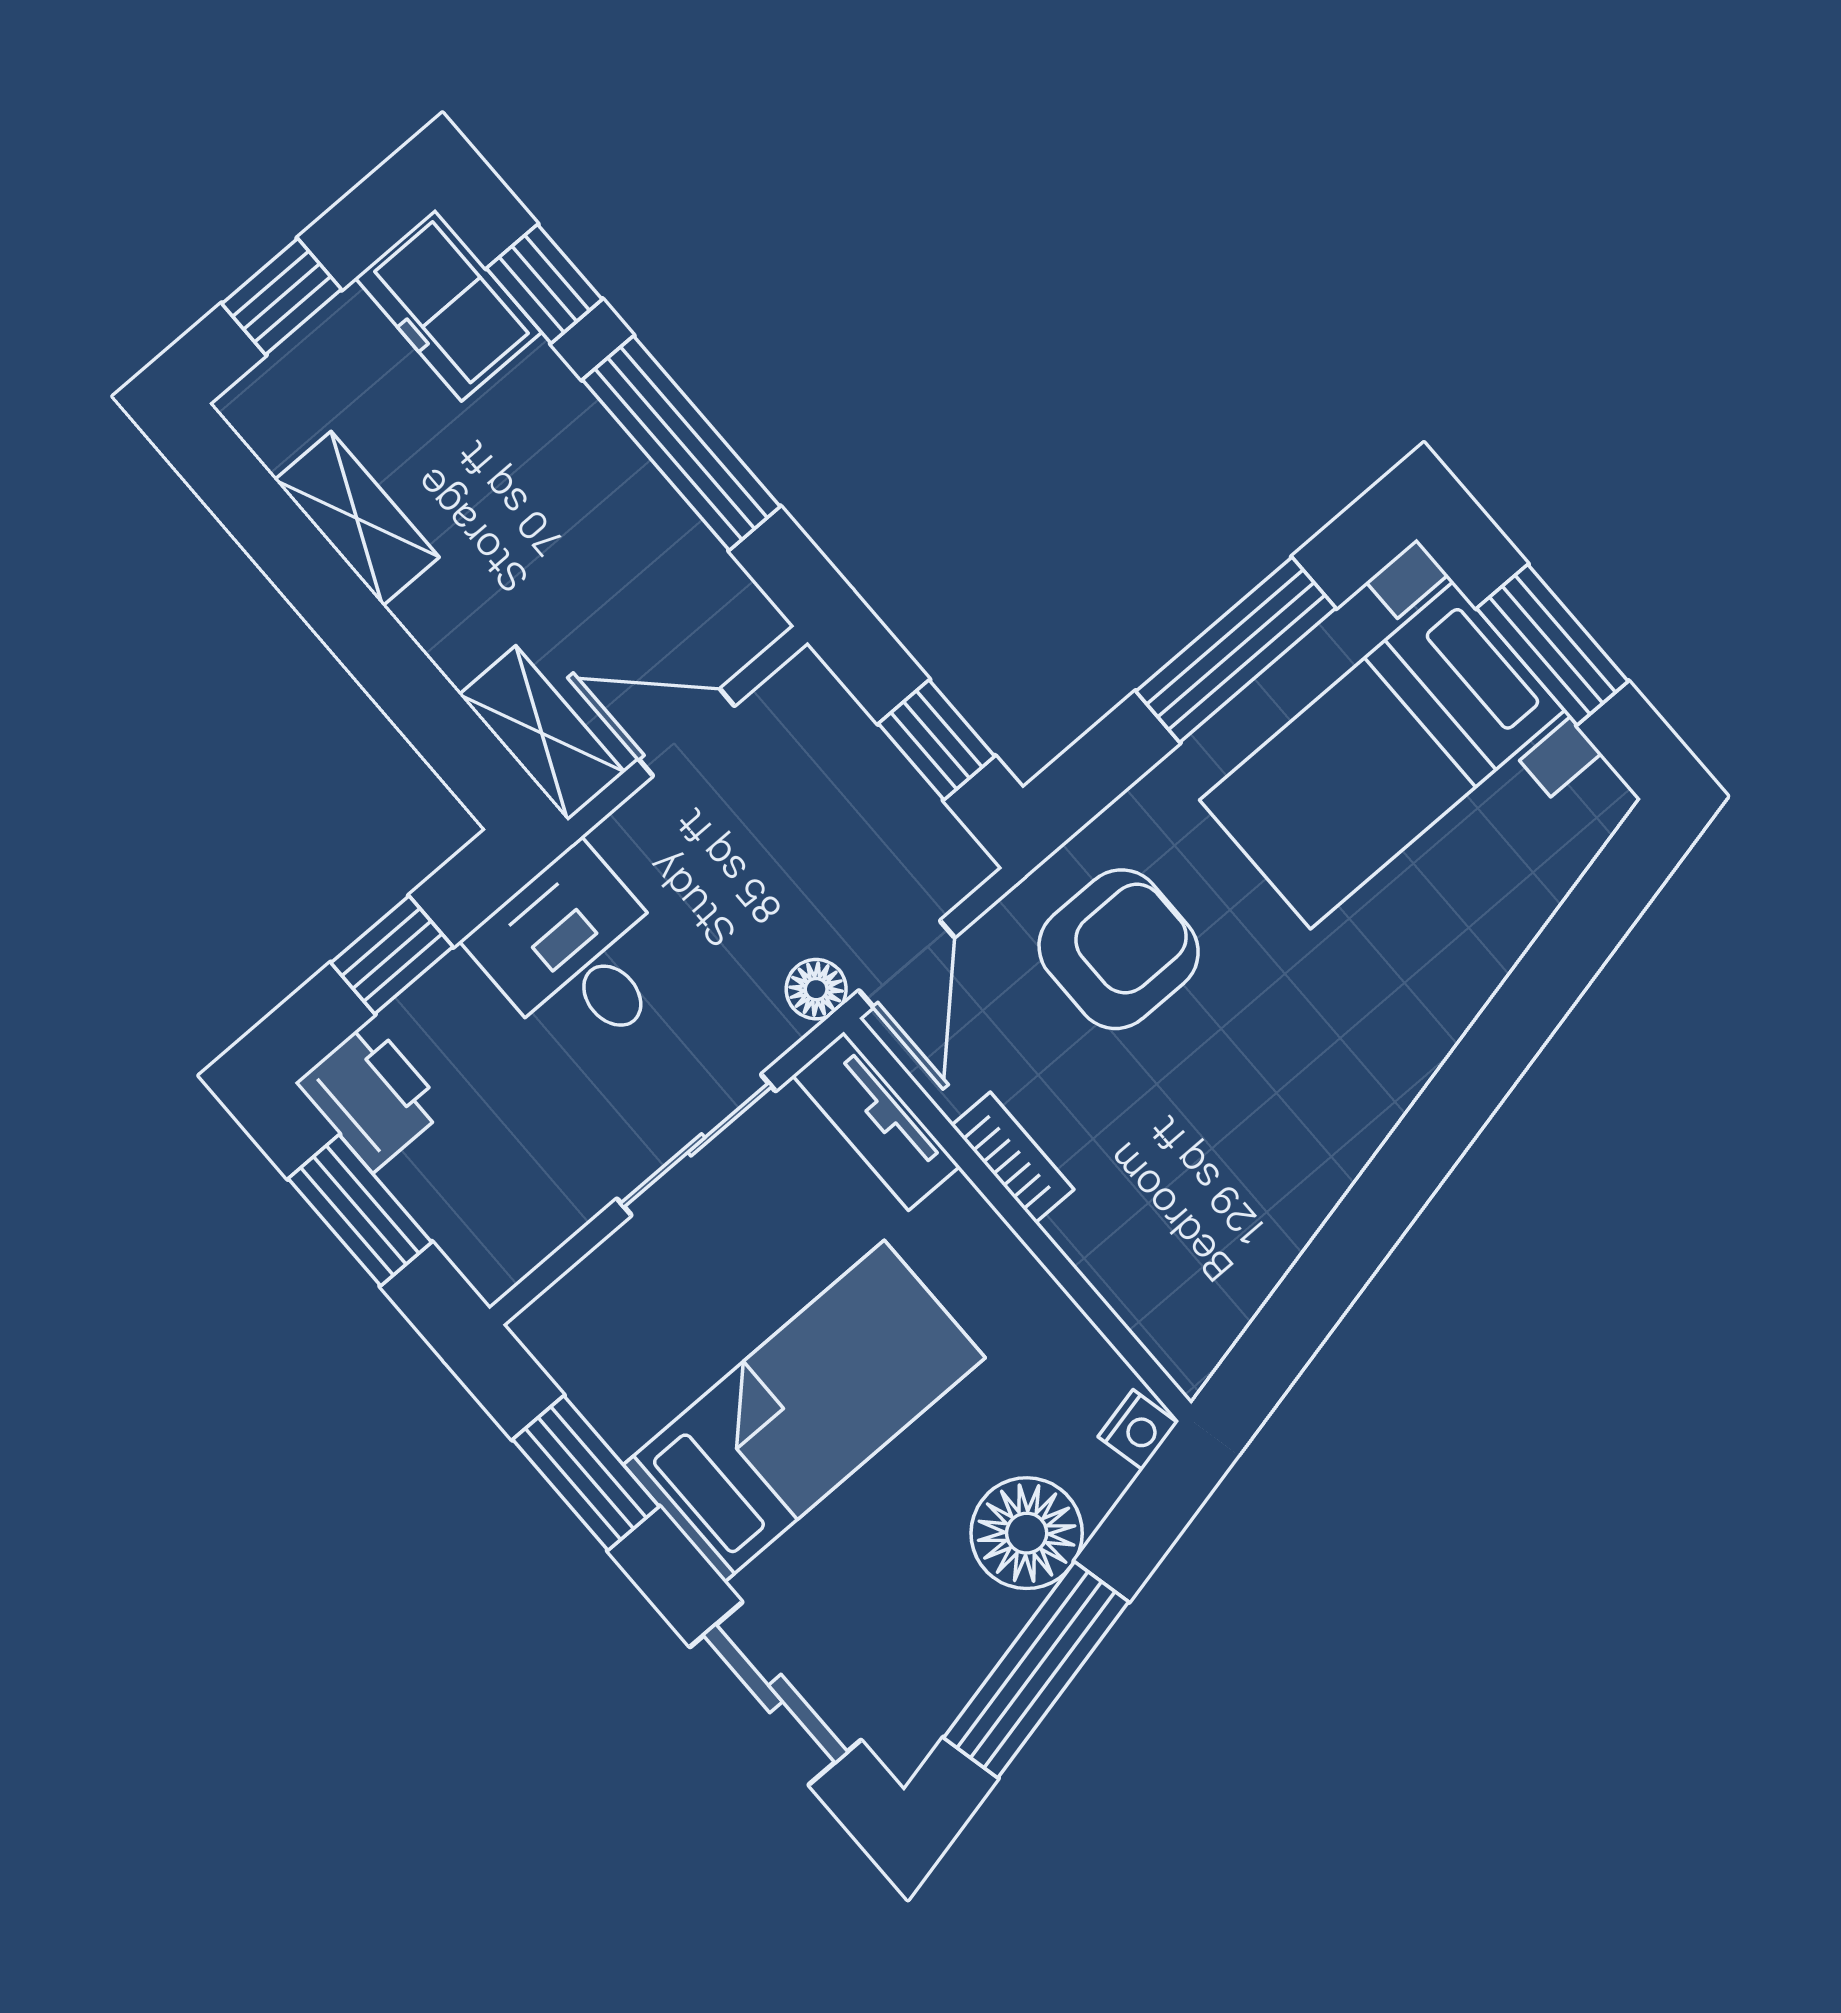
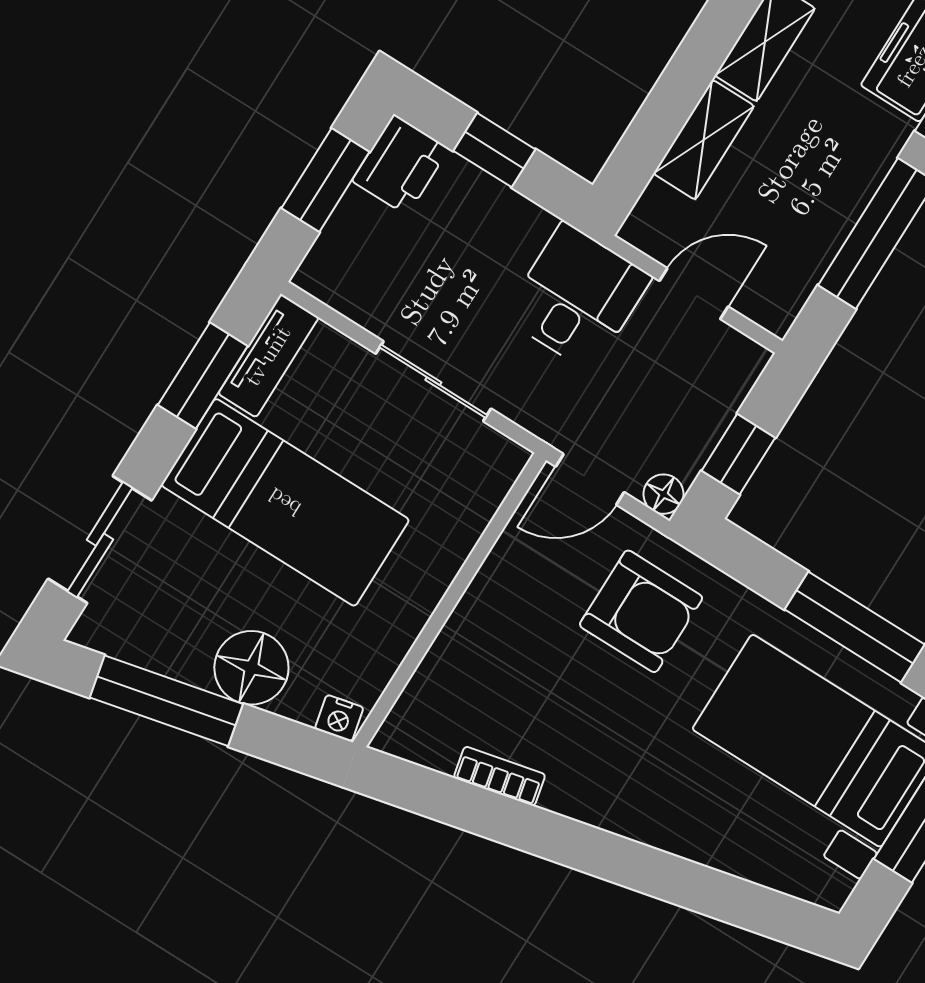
door: (686, 732) -> (694, 294), hinge flipped
shelving: (542, 733) -> (704, 140), moved
desk: (577, 955) -> (577, 297), moved
floor lamp: (816, 989) -> (663, 494), moved
tv unit: (876, 1121) -> (268, 356), moved, turned 180
bookcase: (1013, 1157) -> (499, 776), moved, turned -103

